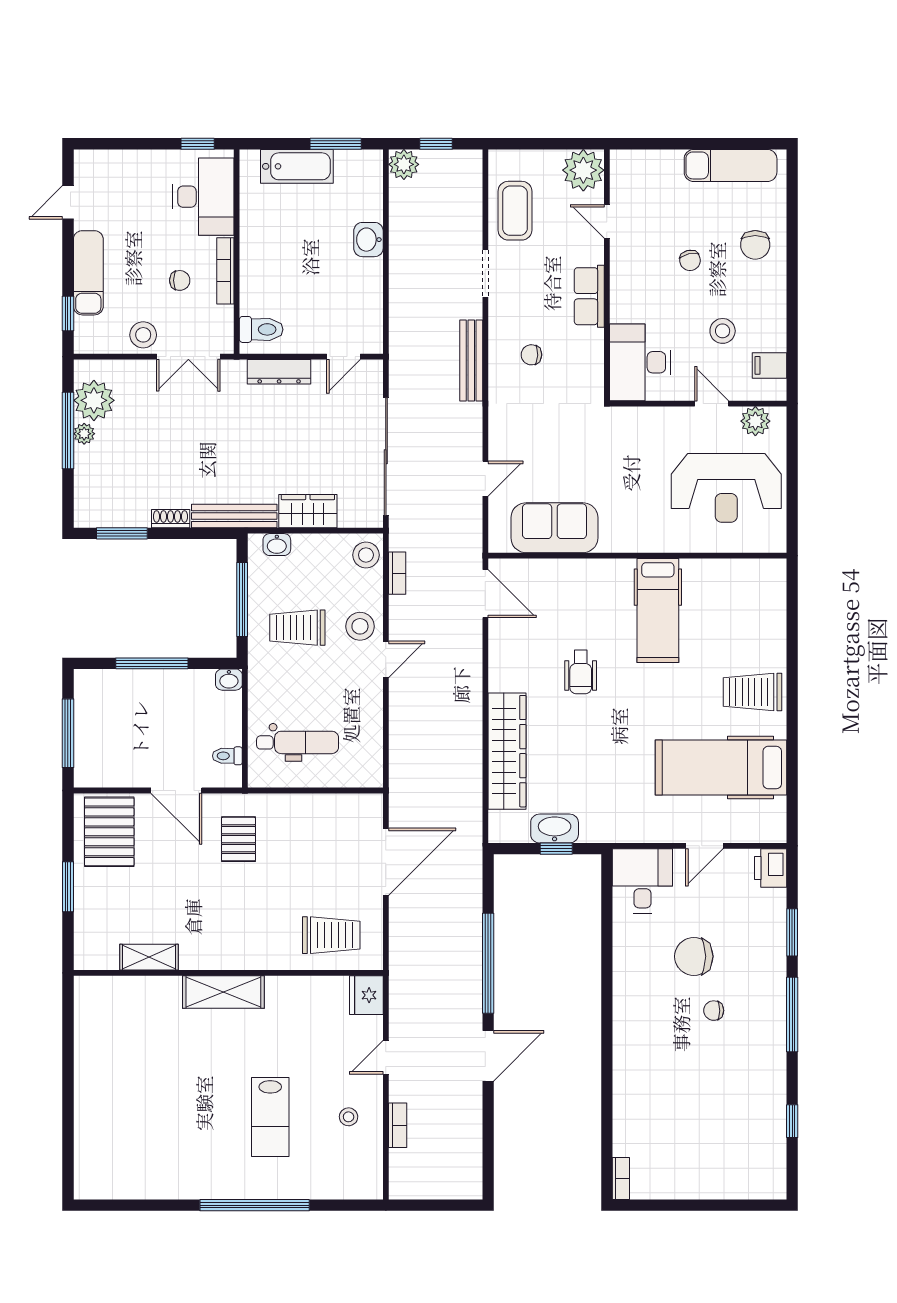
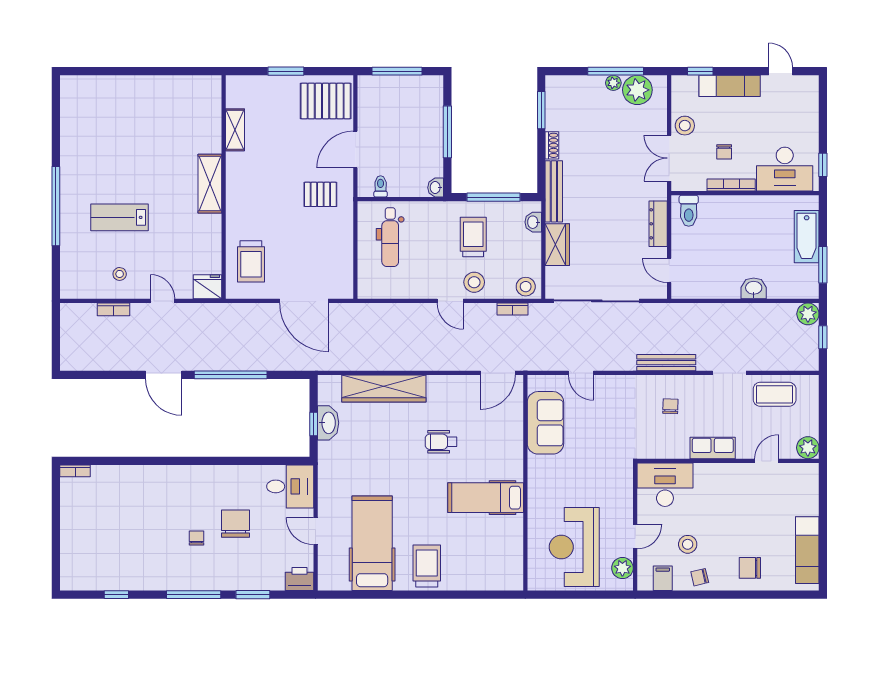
plant: (583, 170) -> (808, 448), width x0.73, depth x0.73
chair: (690, 260) -> (700, 577), moved

